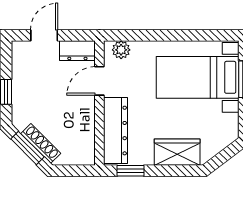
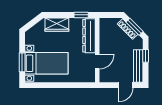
plant: (121, 50) -> (86, 78), removed
dresser: (77, 51) -> (109, 77), removed
bench: (20, 72) -> (138, 66), added

